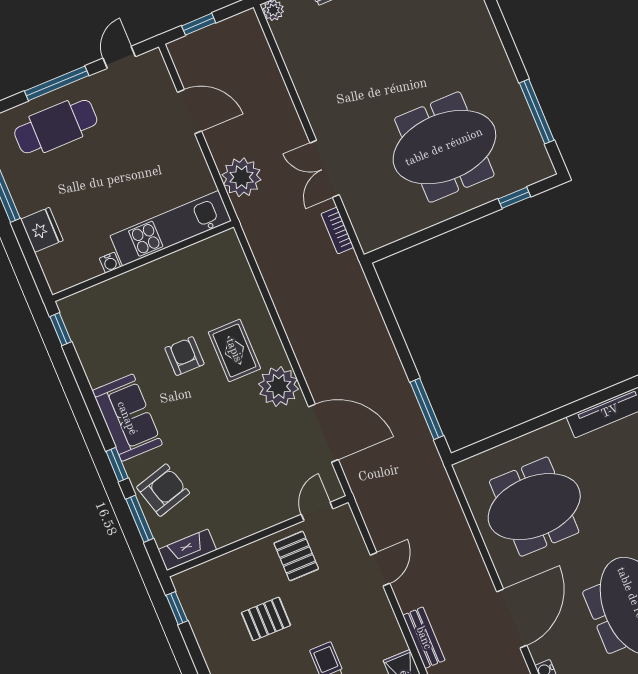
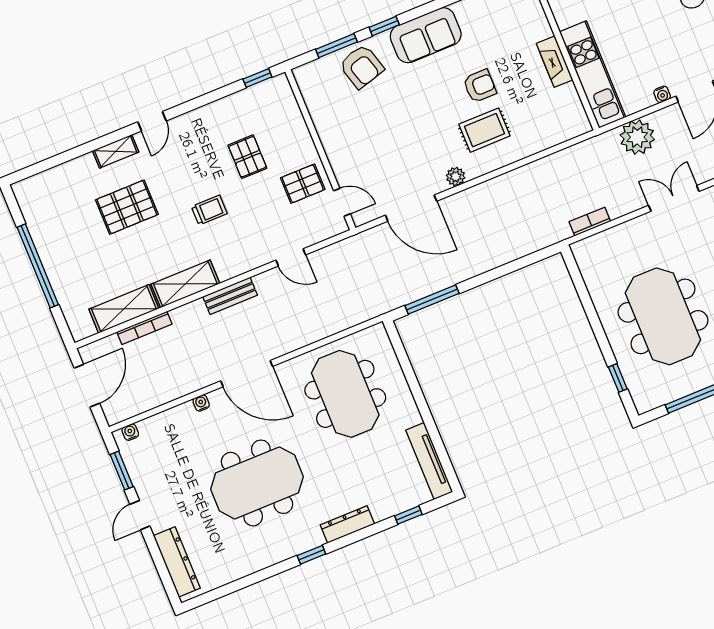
double door: (325, 169) -> (674, 198), moved
water cooler: (110, 263) -> (662, 94), moved, turned -90
plant: (279, 386) -> (456, 177), width x0.53, depth x0.53
door: (323, 433) -> (411, 208), hinge flipped
fireplace: (187, 550) -> (555, 62), moved, turned 180

